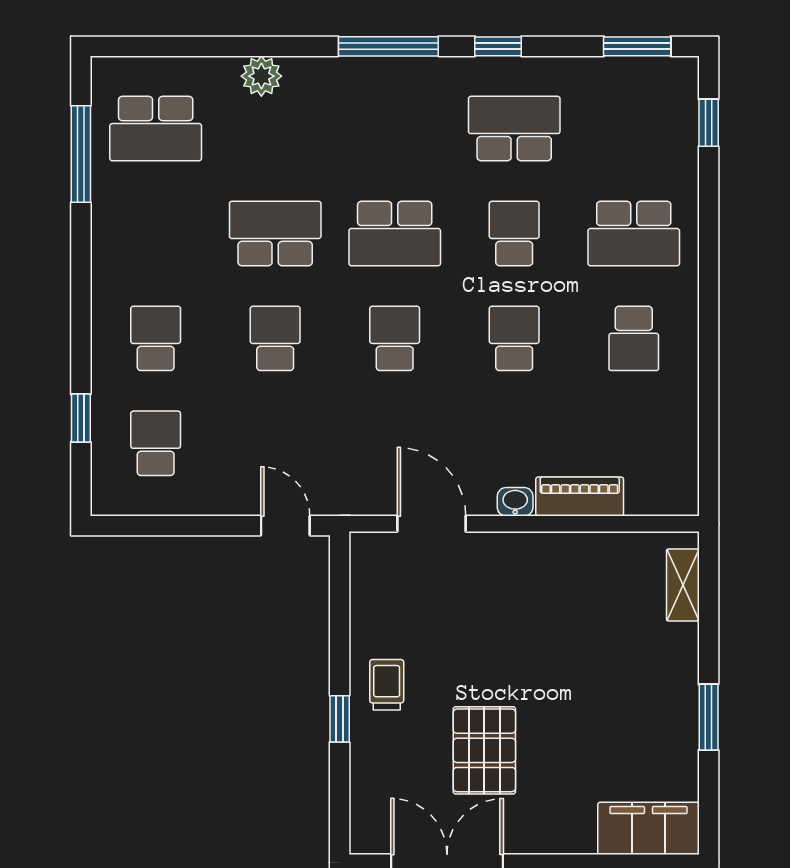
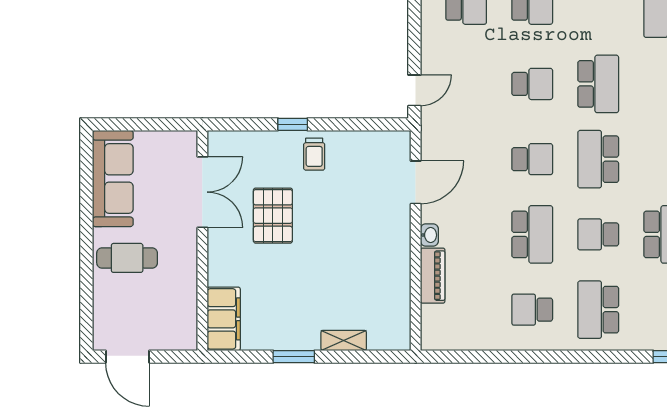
school desk: (514, 233) -> (598, 234), turned 180
school desk: (514, 338) -> (532, 234), width x1.85
shelving: (683, 585) -> (344, 340), moved
trolley: (387, 685) -> (314, 154), turned 90
pallet: (484, 750) -> (273, 216), turned 90

